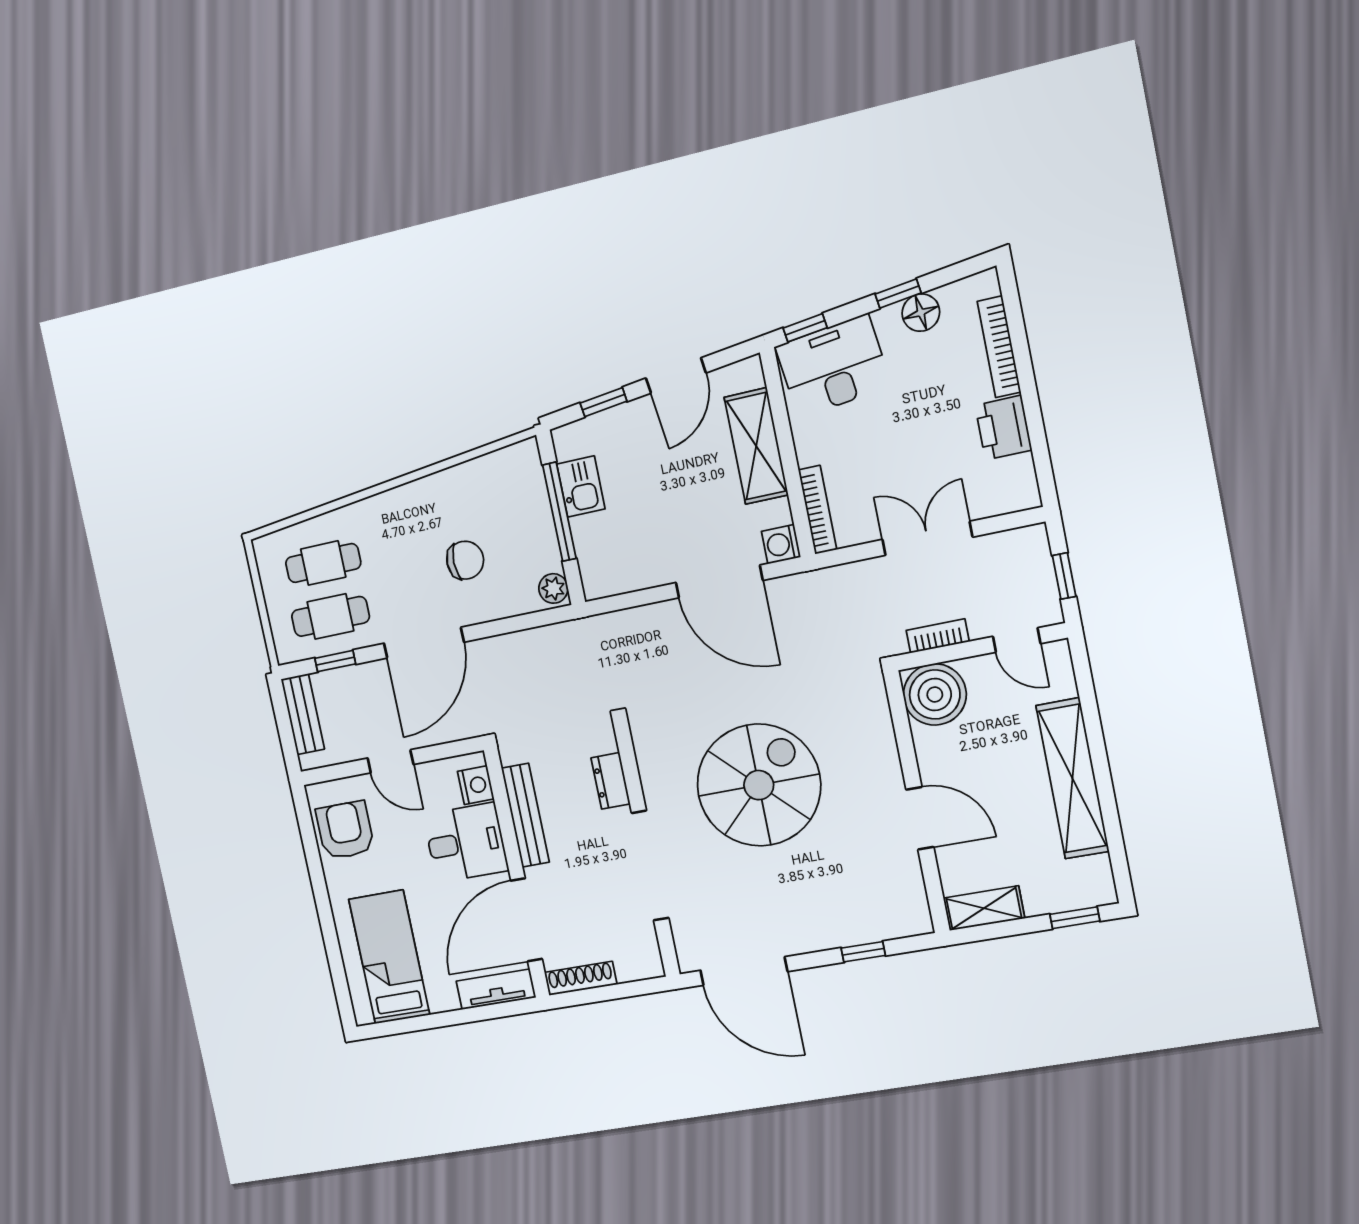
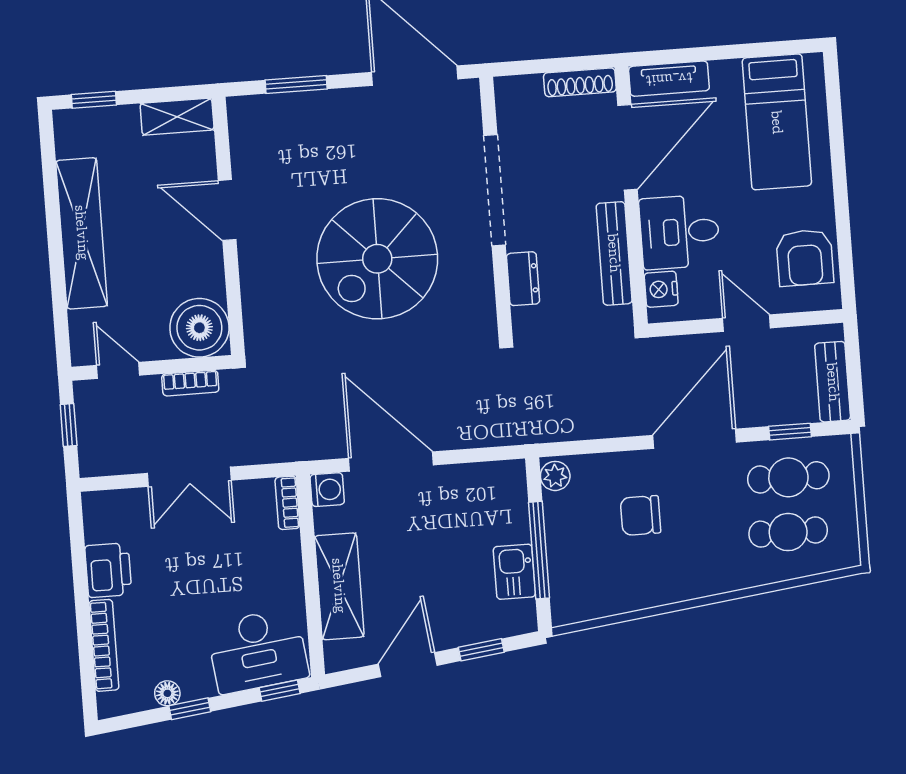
floor lamp: (921, 313) -> (167, 693), width x0.73, depth x0.73
bookcase: (818, 510) -> (287, 503), width x0.64
window: (863, 952) -> (296, 85), width x1.50

